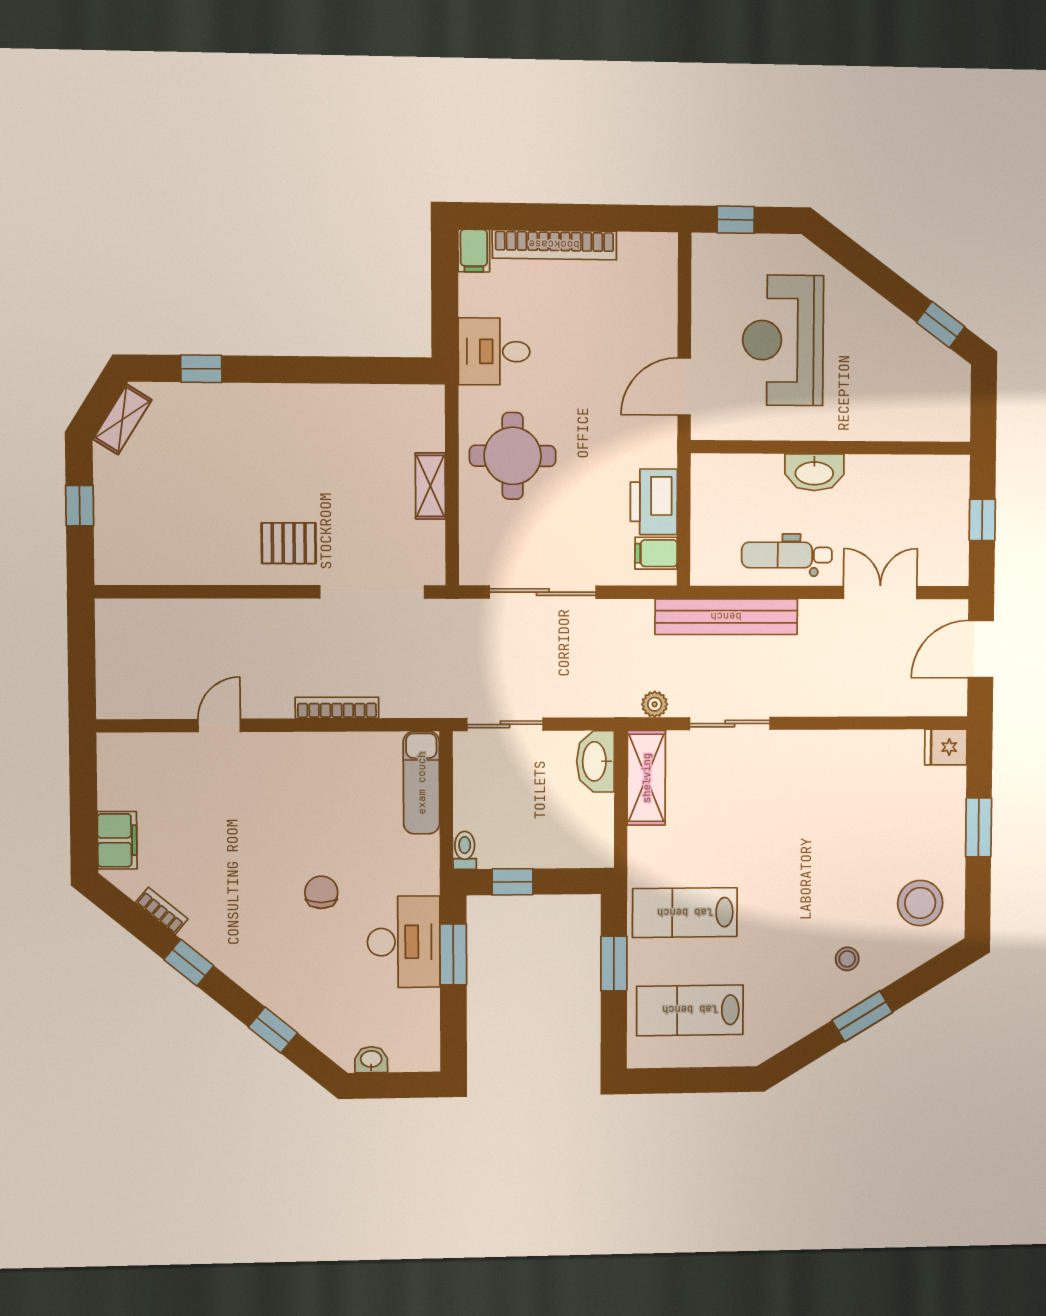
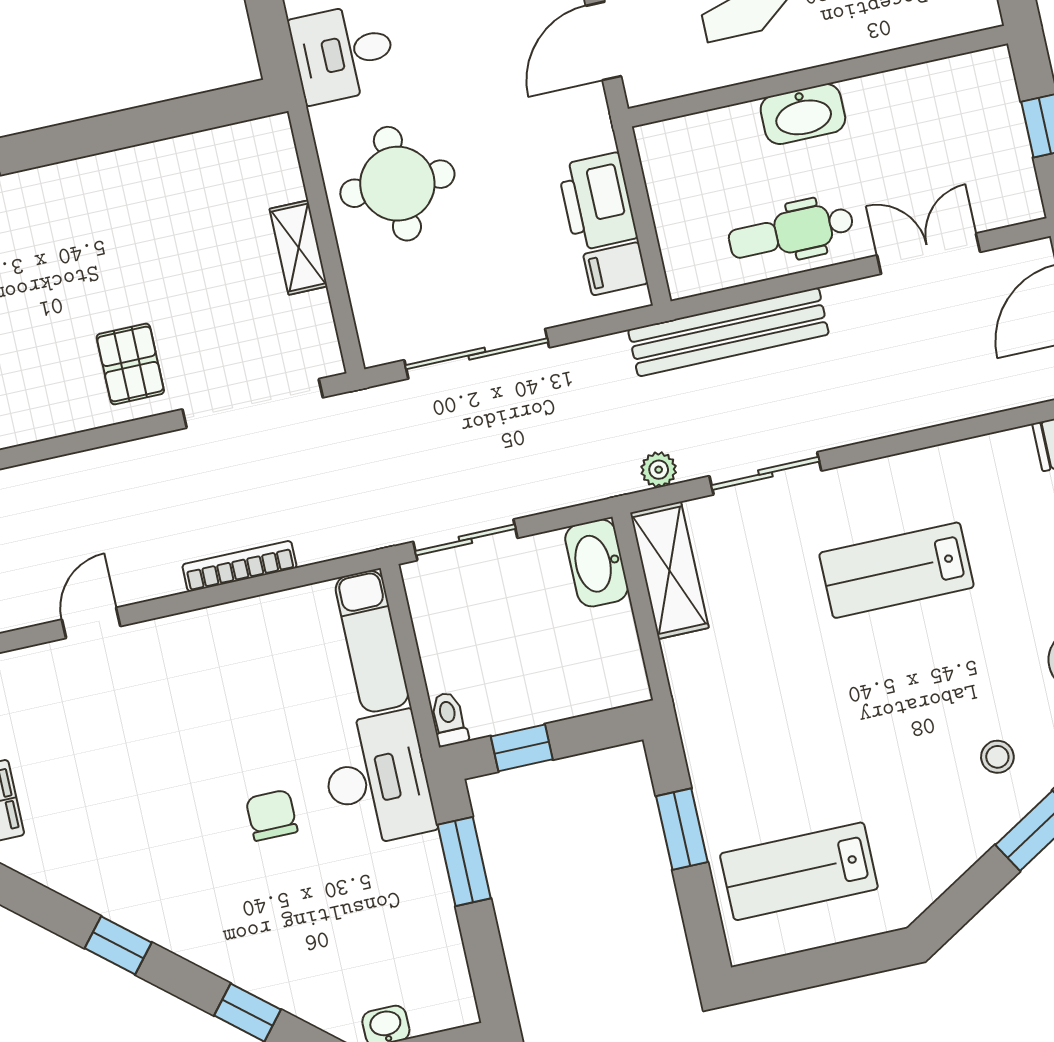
pallet: (289, 543) -> (130, 364), turned 90
bookcase: (162, 911) -> (68, 884), removed
lab bench: (685, 913) -> (896, 570), moved
desk: (404, 942) -> (377, 779), moved

